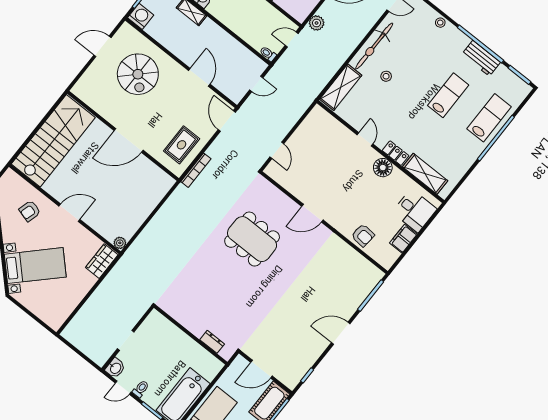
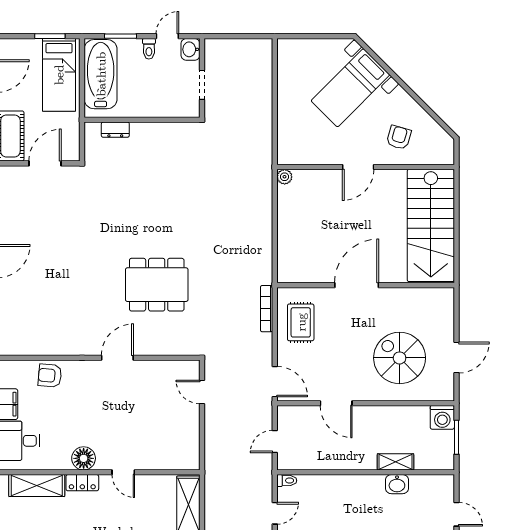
wardrobe: (102, 261) -> (288, 145), removed
wall: (191, 335) -> (142, 120), moved
dresser: (212, 342) -> (115, 130), moved

